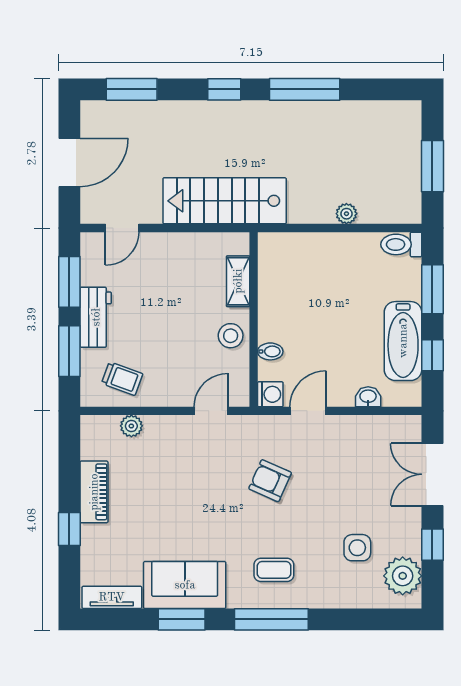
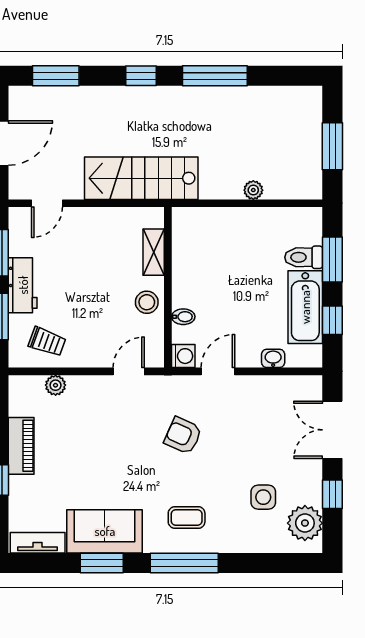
toilet: (401, 244) -> (304, 257), moved

